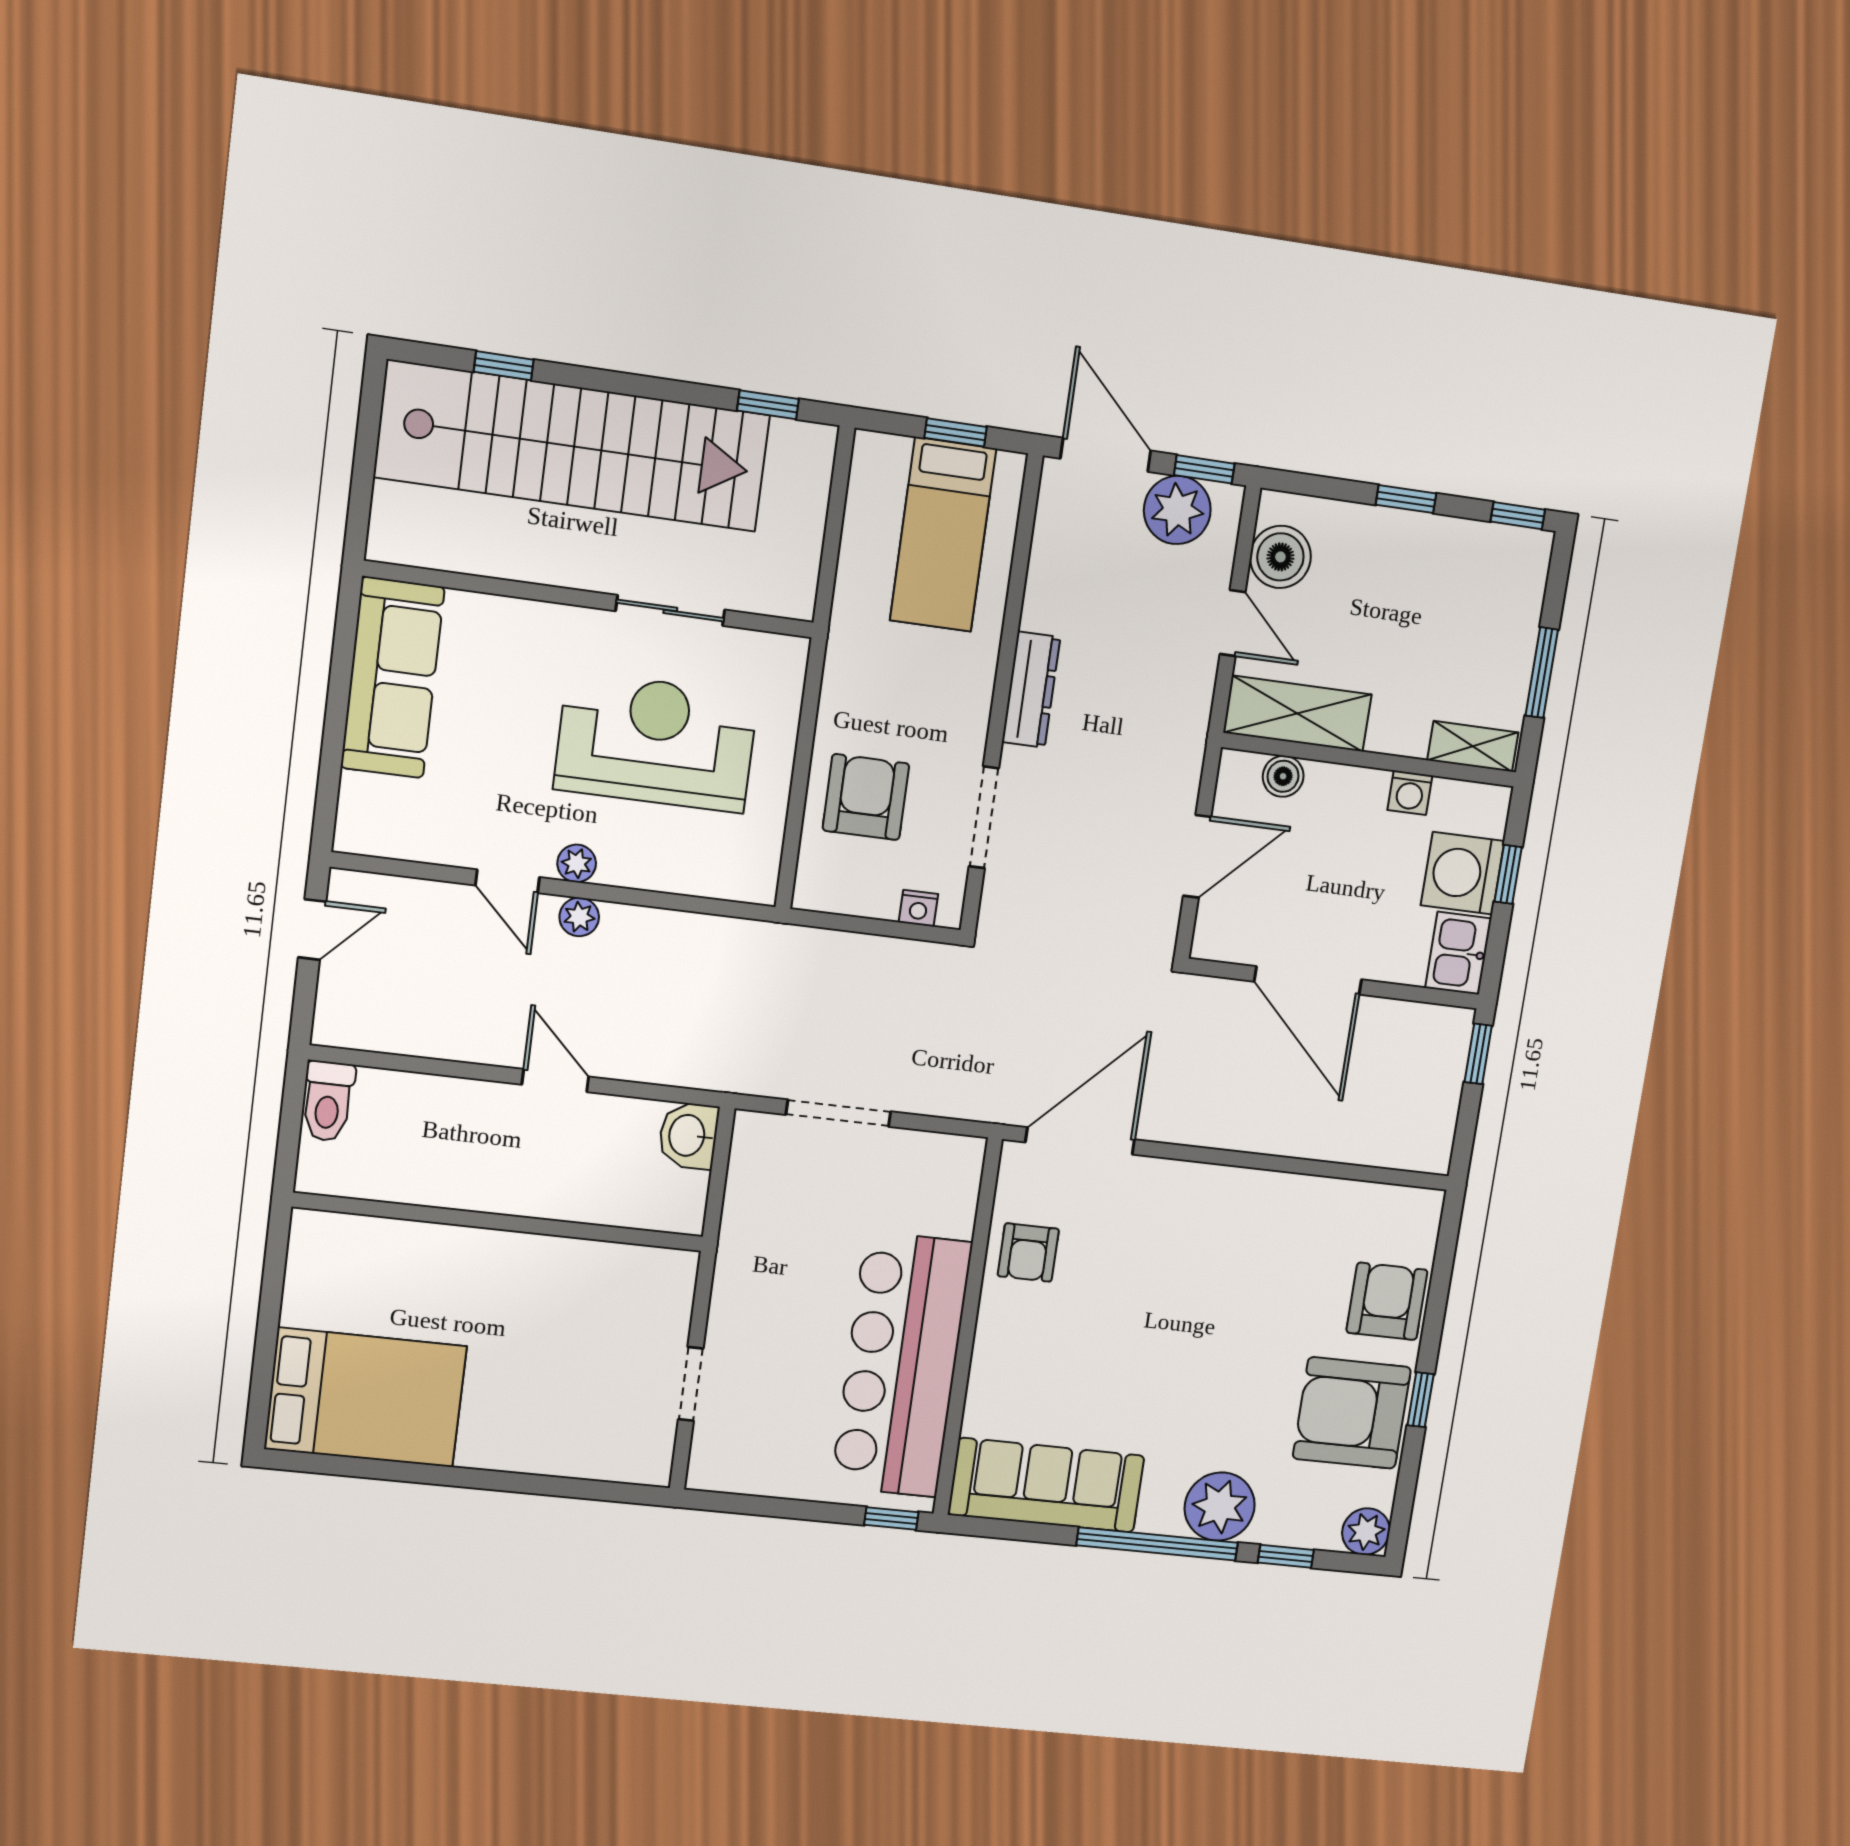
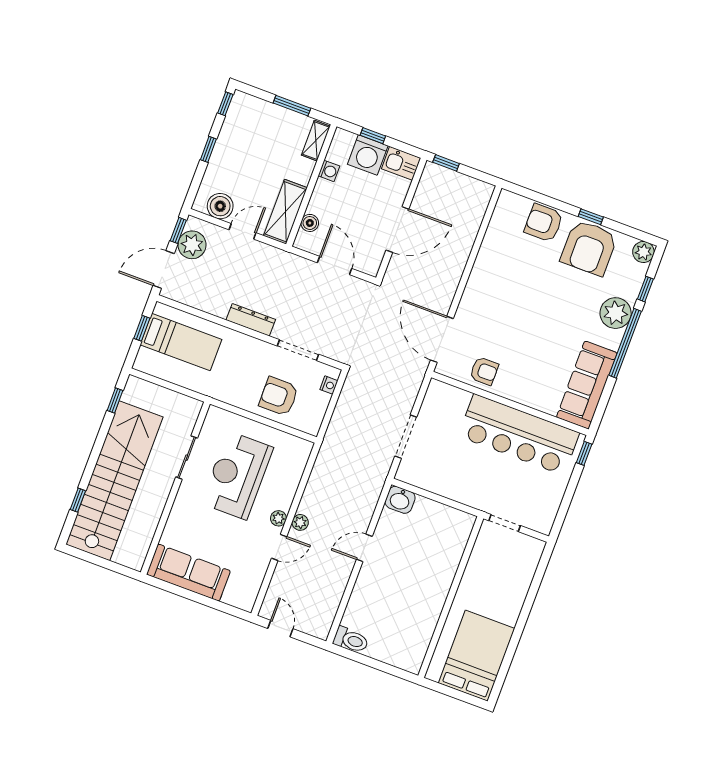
wall: (499, 1222) -> (451, 597), moved

